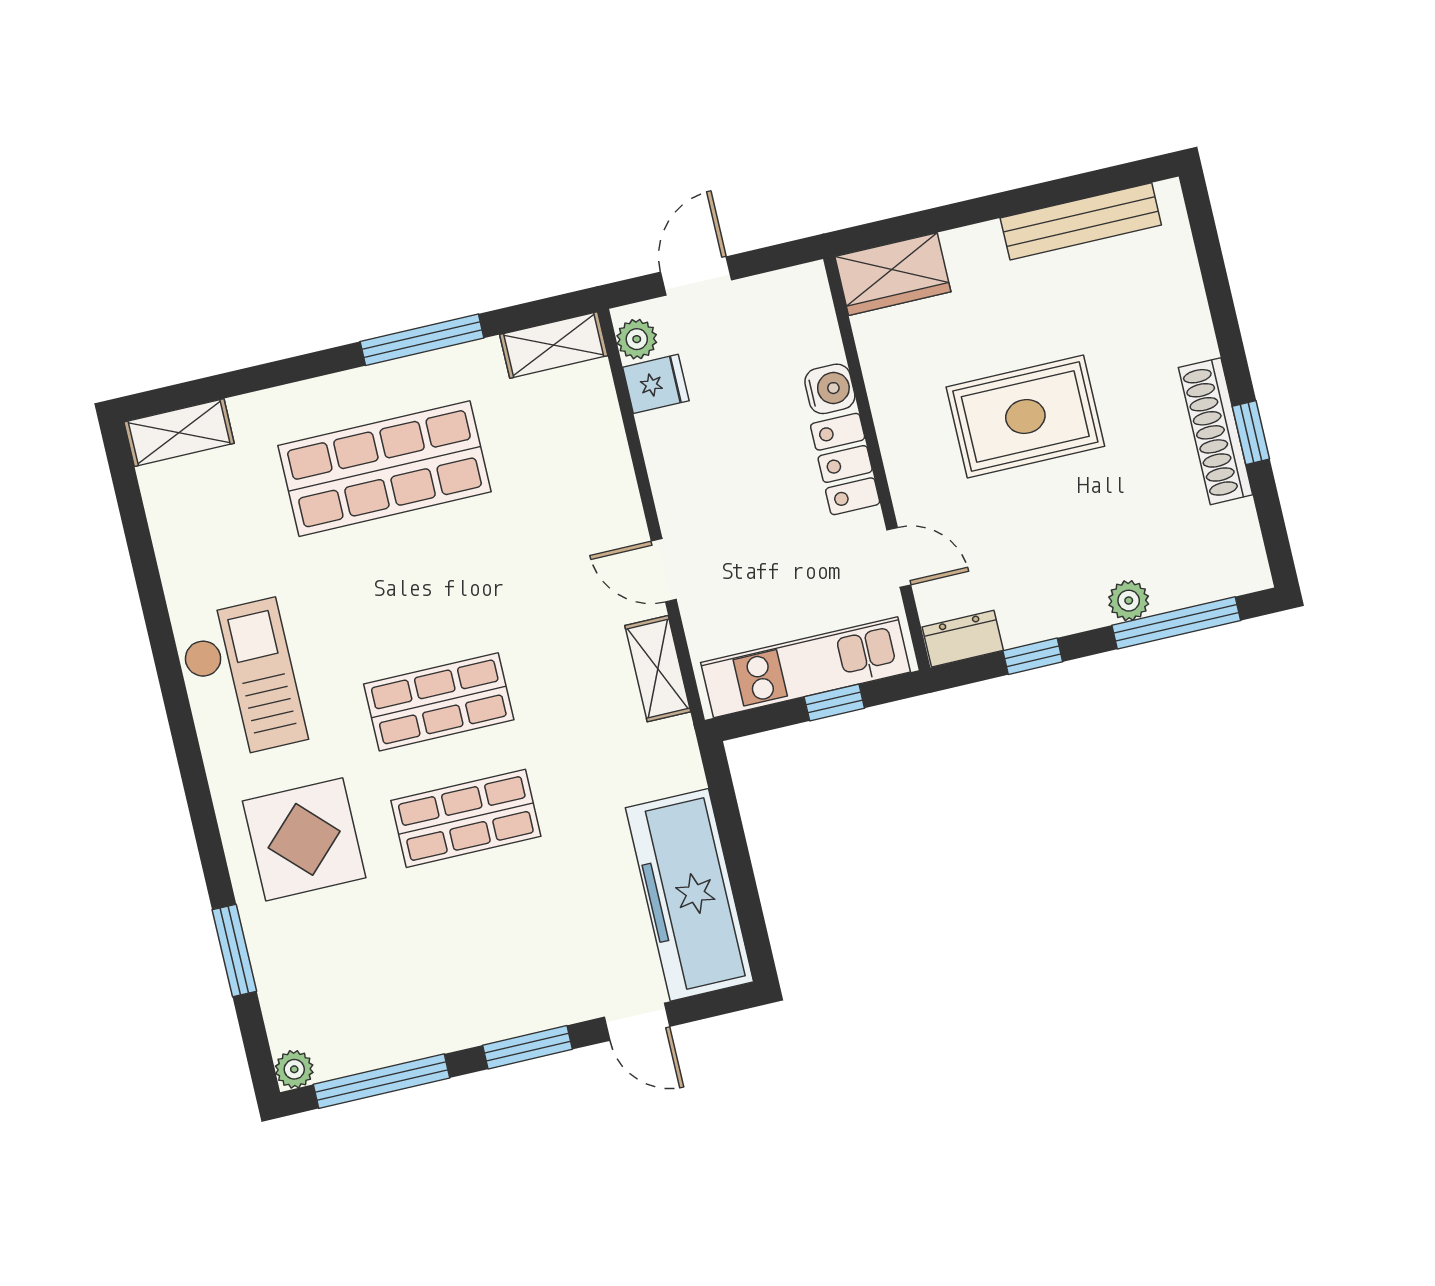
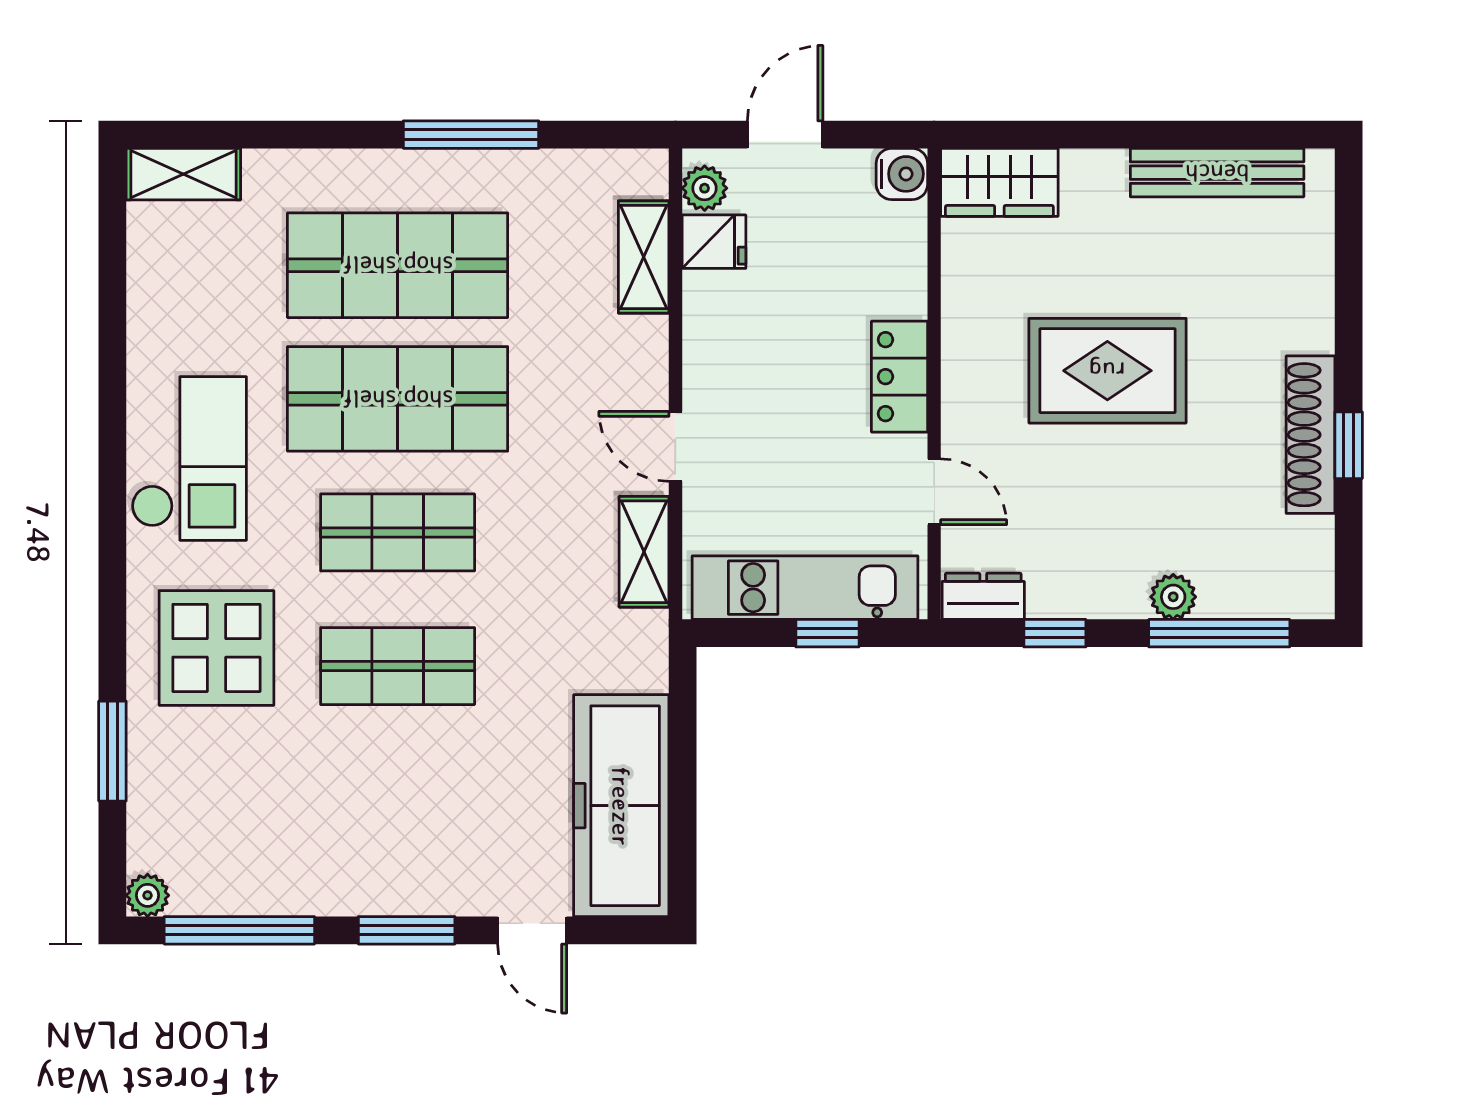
shelving: (554, 345) -> (644, 257), moved, turned 90
water cooler: (830, 389) -> (902, 174), moved
shop shelf: (412, 585) -> (398, 399), added

